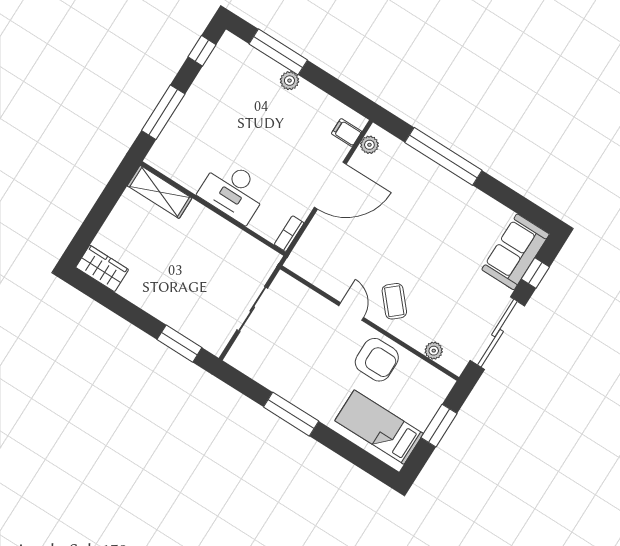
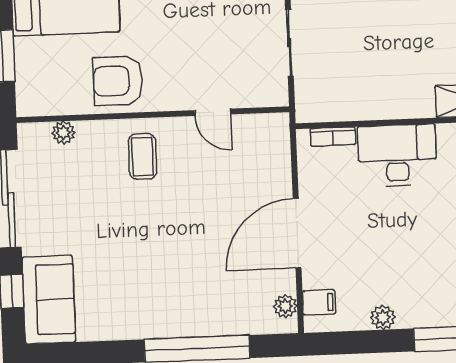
plant: (289, 81) -> (383, 317), moved
bookcase: (289, 234) -> (333, 137), moved, turned 90
coffee table: (394, 301) -> (143, 156), turned 41
door: (351, 312) -> (213, 112), moved

